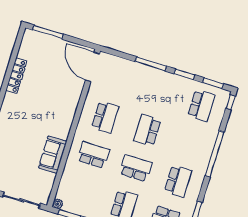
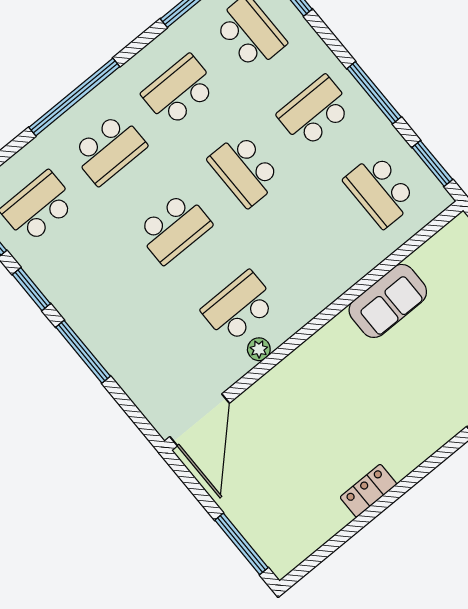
locker: (16, 76) -> (368, 491), width x0.66
school desk: (190, 143) -> (109, 149), added
school desk: (93, 155) -> (380, 191), moved
plant: (58, 204) -> (259, 349), moved

